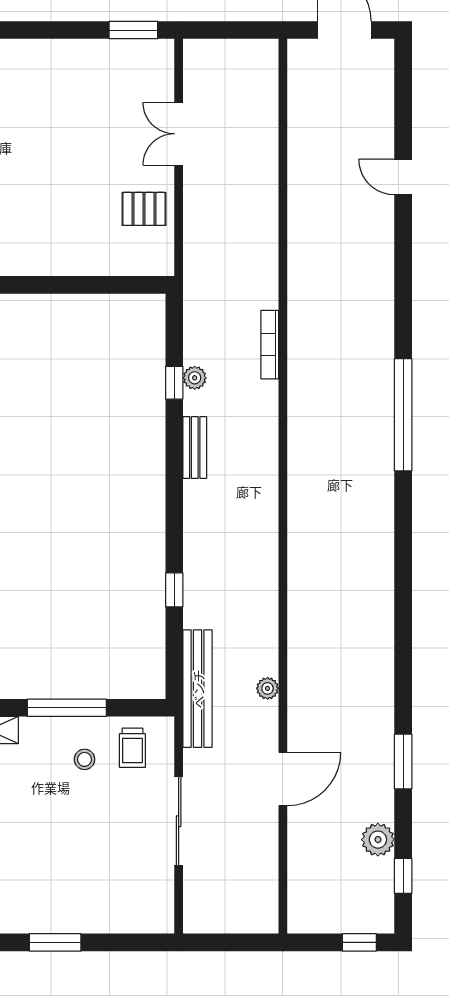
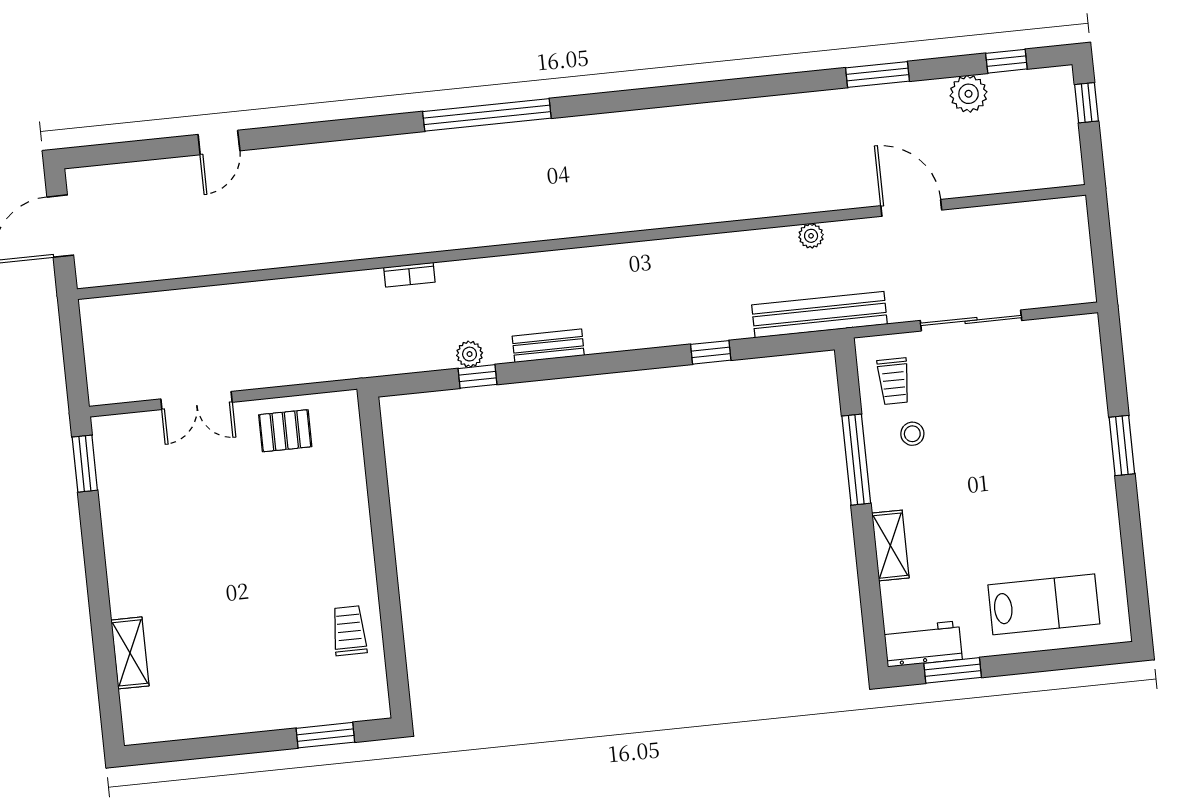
pallet: (144, 209) -> (285, 431), turned 90
bookcase: (270, 345) -> (409, 275), width x0.64
trolley: (132, 748) -> (894, 381), turned 90

